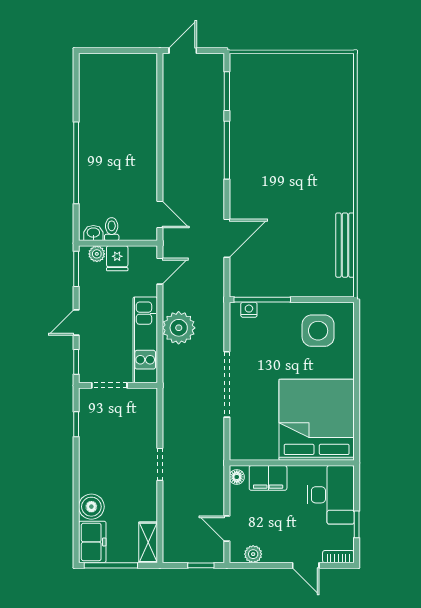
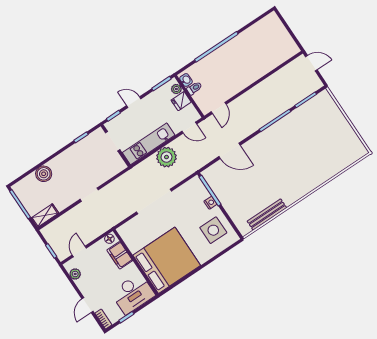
nightstand: (249, 310) -> (211, 203), moved
freezer: (92, 542) -> (26, 187), removed

